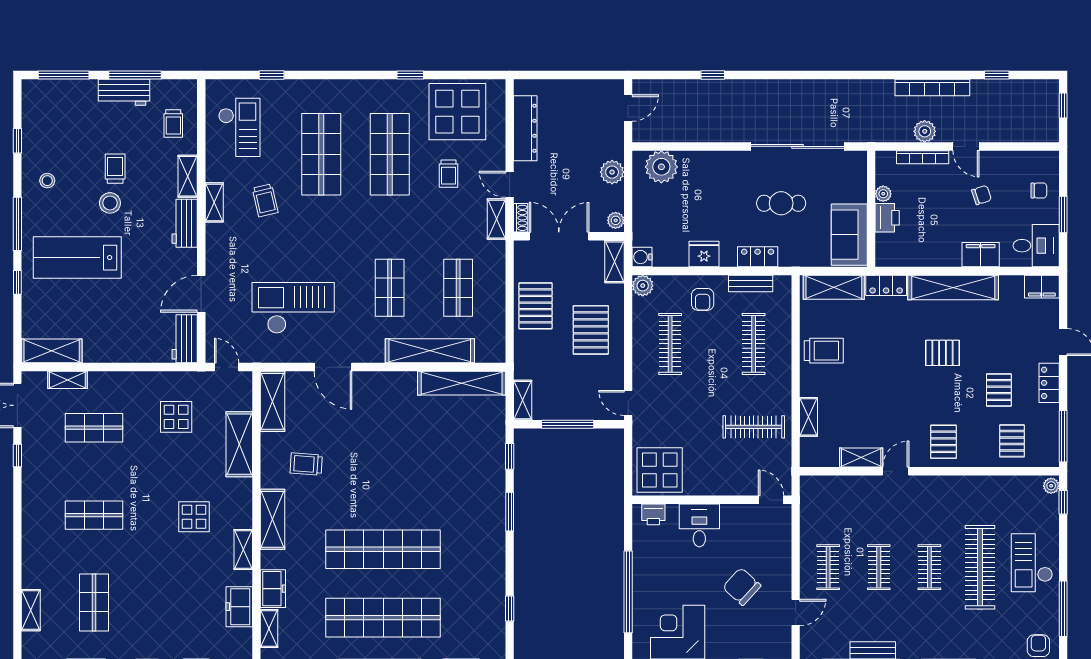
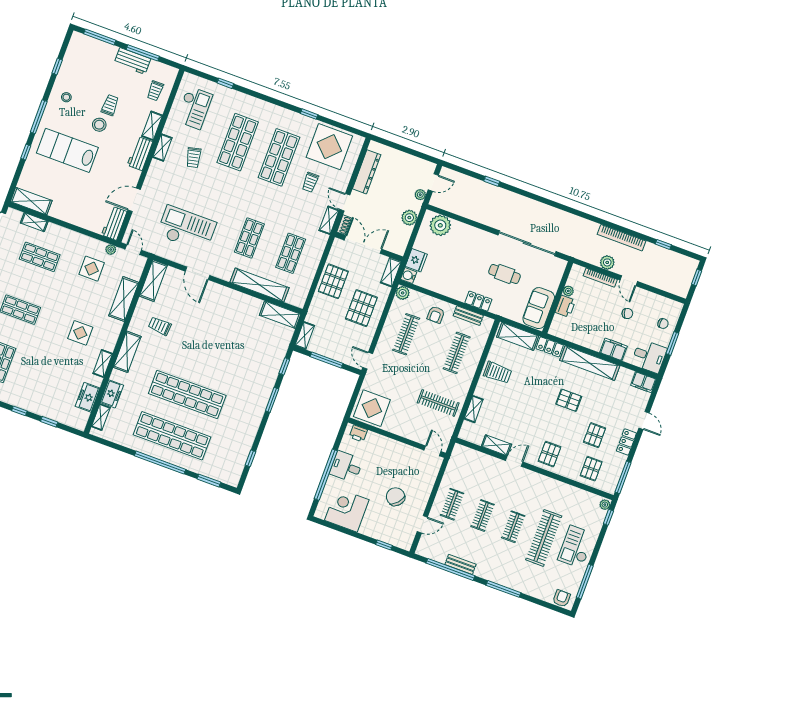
plant: (616, 220) -> (420, 195), moved
fridge: (704, 254) -> (416, 260), moved, turned 90
plant: (194, 379) -> (111, 250), added
shelving: (462, 383) -> (280, 315), width x0.68
desk: (699, 525) -> (346, 467), moved, turned -90

